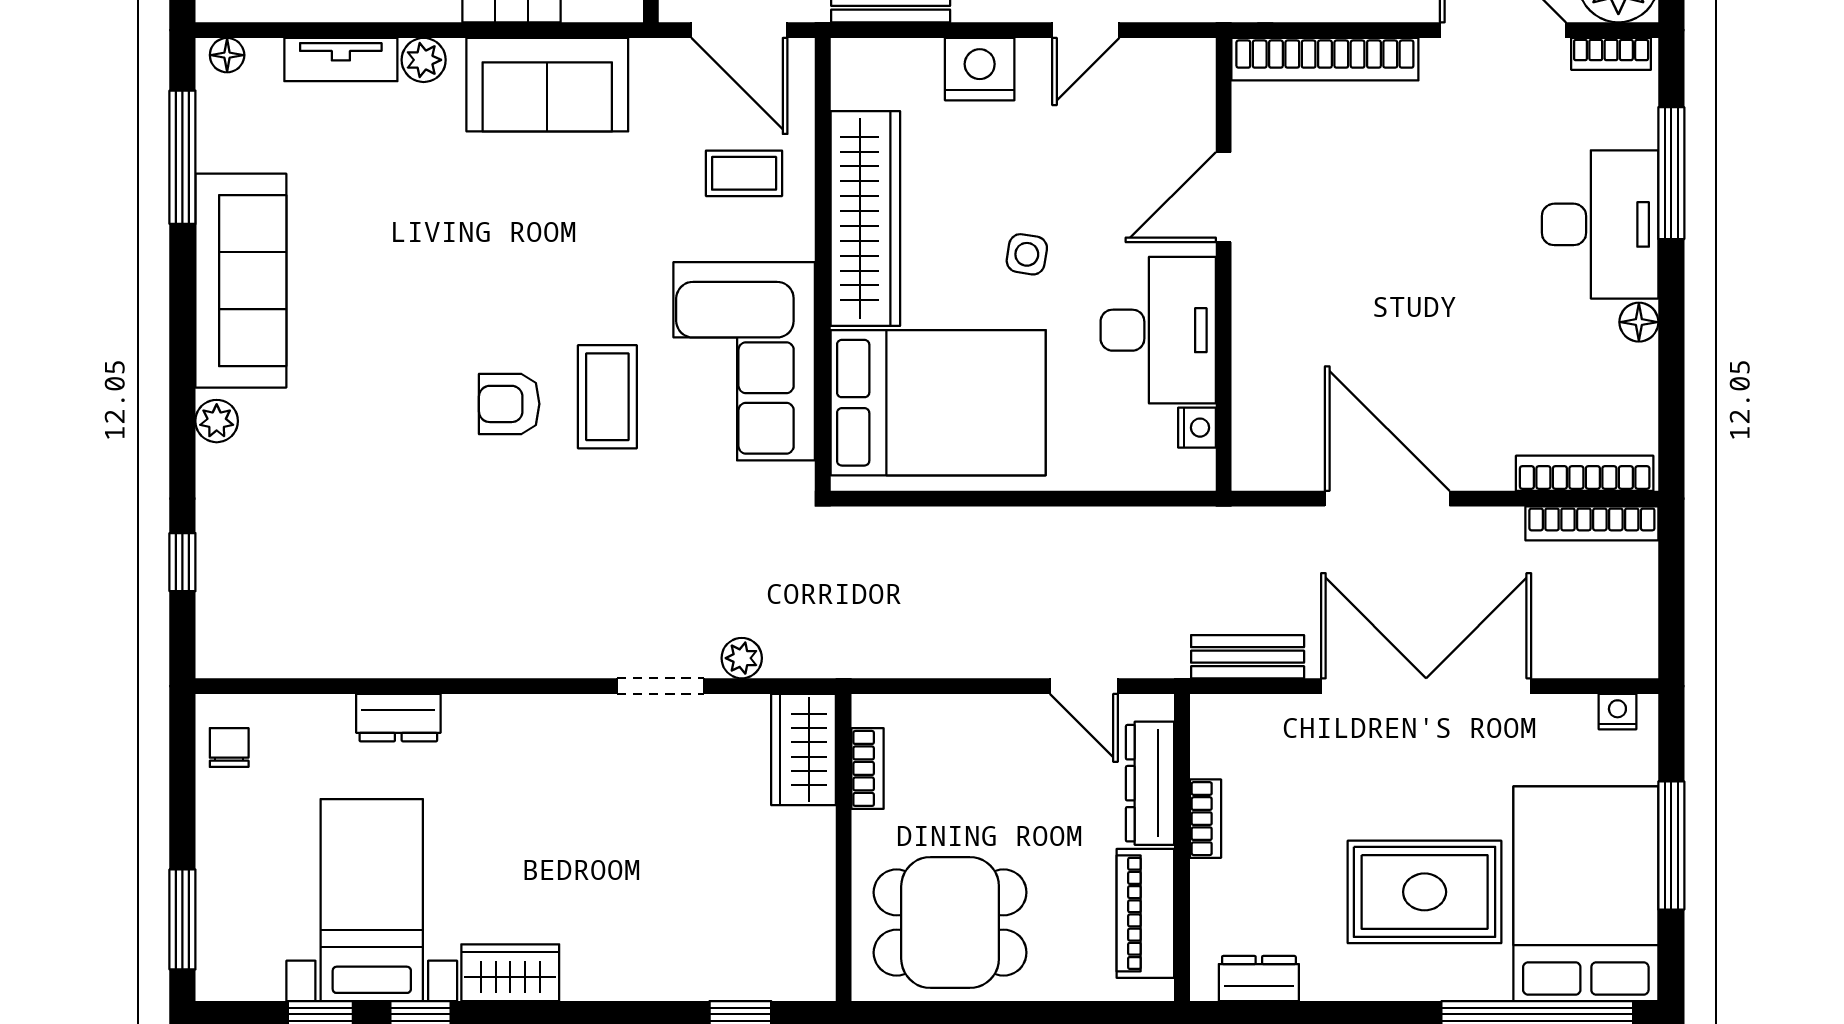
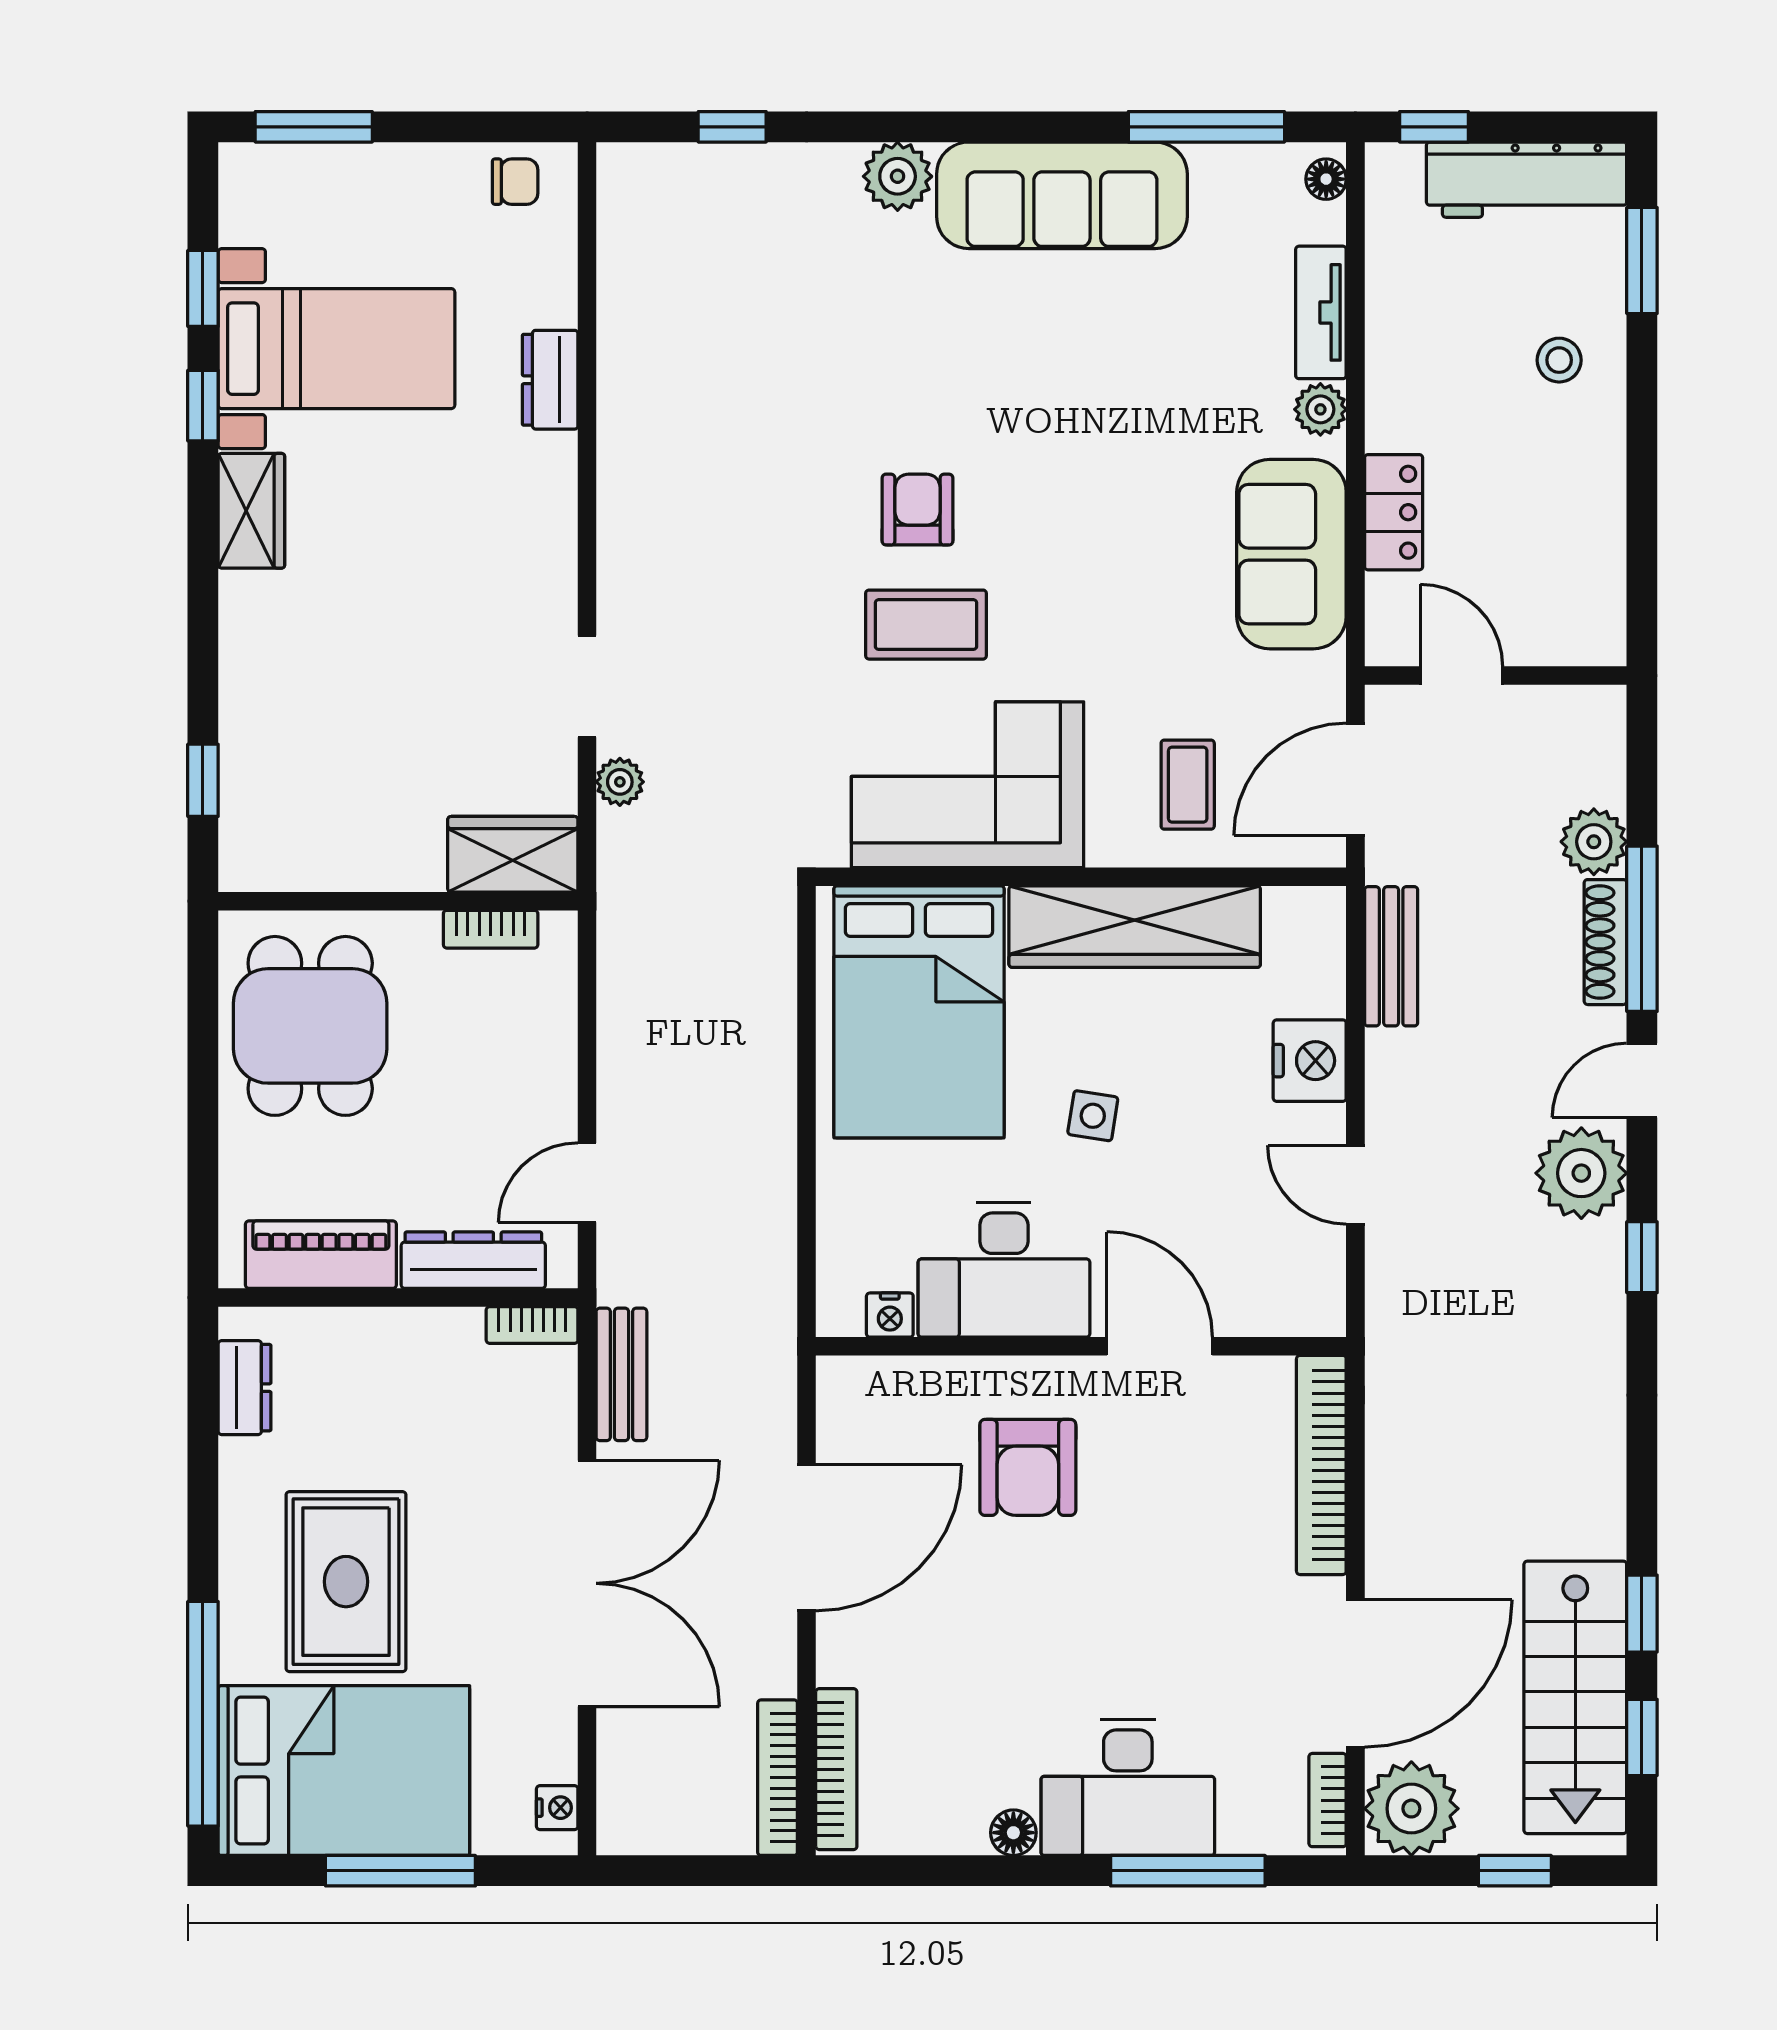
armchair: (1327, 310) -> (1028, 1467), added
plant: (217, 421) -> (898, 176), width x1.38, depth x1.38
bookcase: (1205, 819) -> (532, 1325), moved

